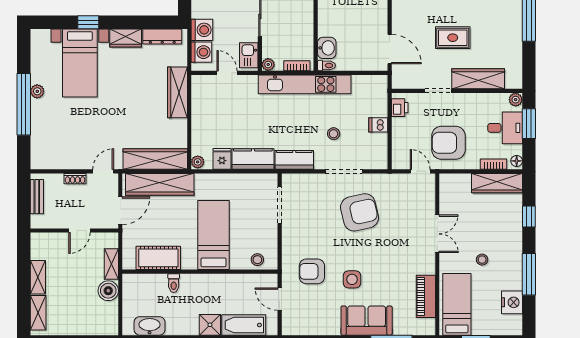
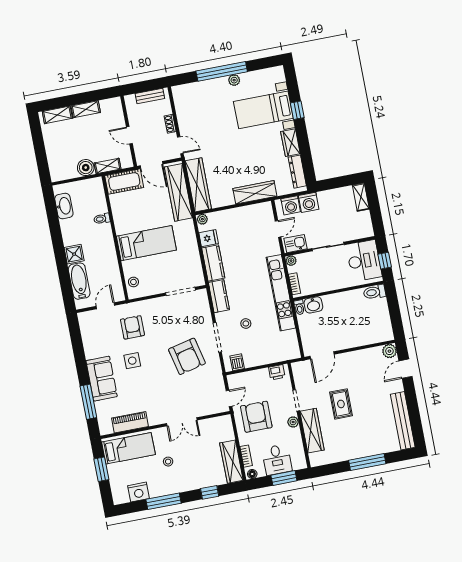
plant: (516, 100) -> (293, 422), moved
dishwasher: (378, 125) -> (237, 362), moved
cot: (158, 258) -> (124, 182), moved, turned 90

